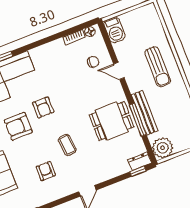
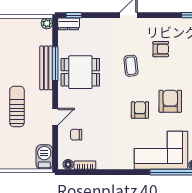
door: (119, 71) -> (55, 117), hinge flipped
armchair: (18, 126) -> (170, 101), turned -90
plant: (163, 148) -> (47, 23), width x0.53, depth x0.53
armchair: (46, 171) -> (161, 49), turned -90

